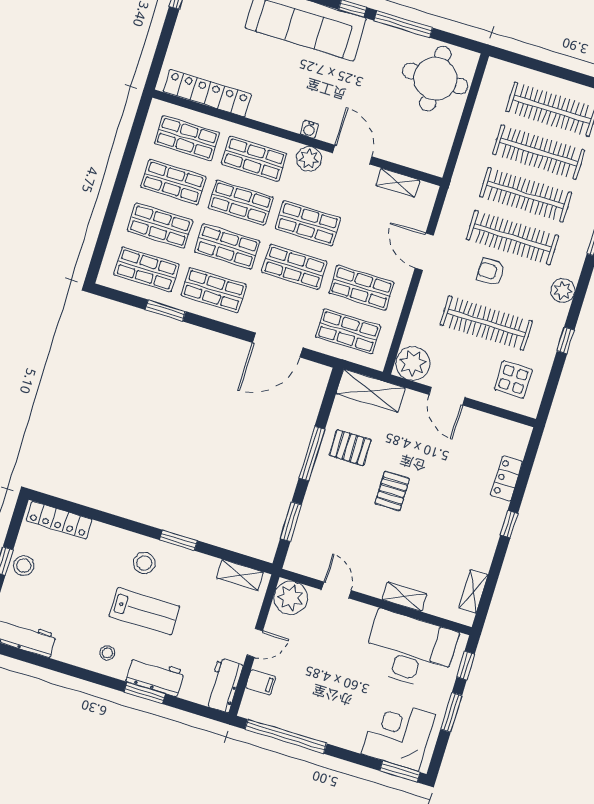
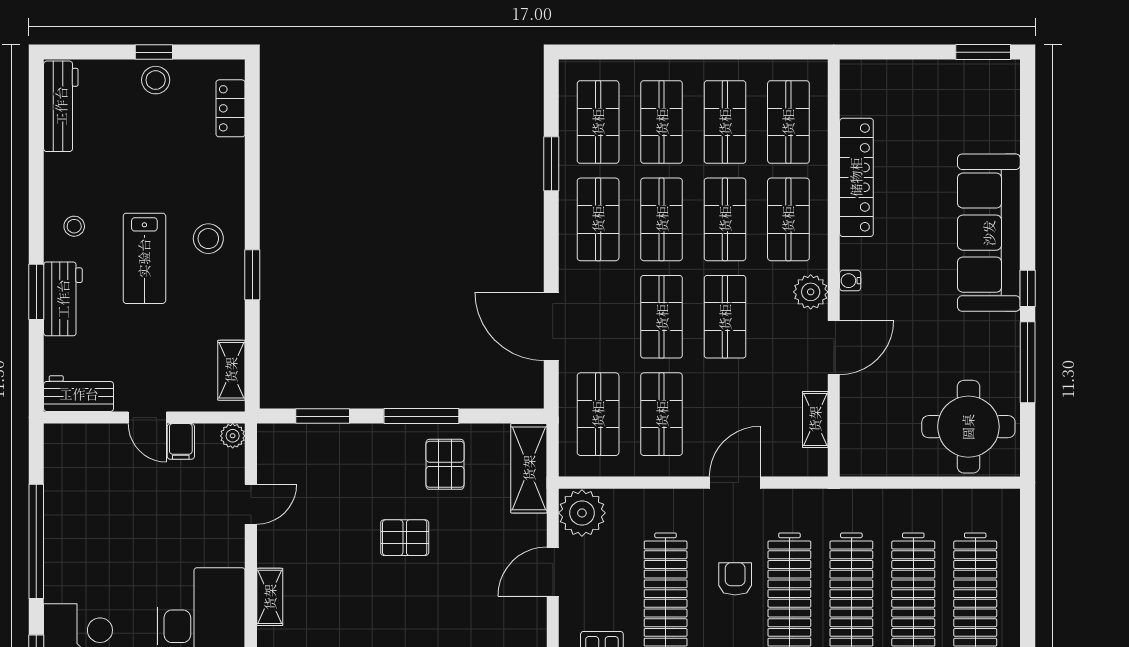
locker: (207, 93) -> (856, 177), moved
locker: (59, 520) -> (230, 108), width x0.66
plant: (291, 598) -> (233, 436), width x0.53, depth x0.53
filing cabinet: (261, 682) -> (181, 441), moved
window: (286, 736) -> (36, 541), moved

